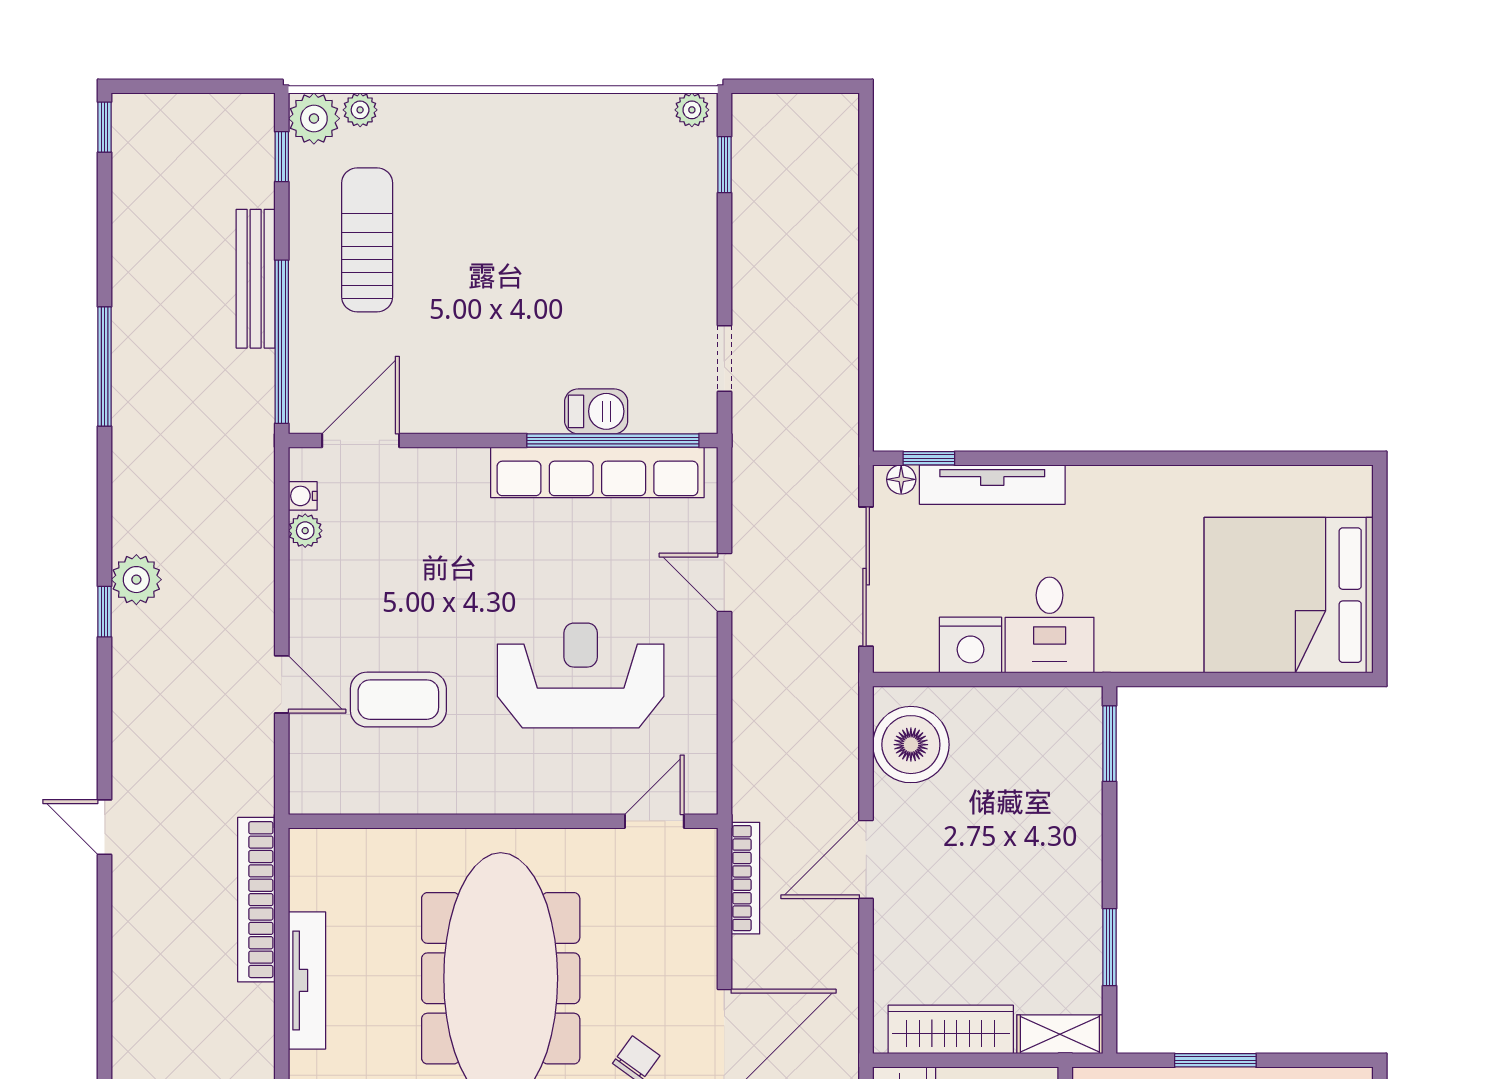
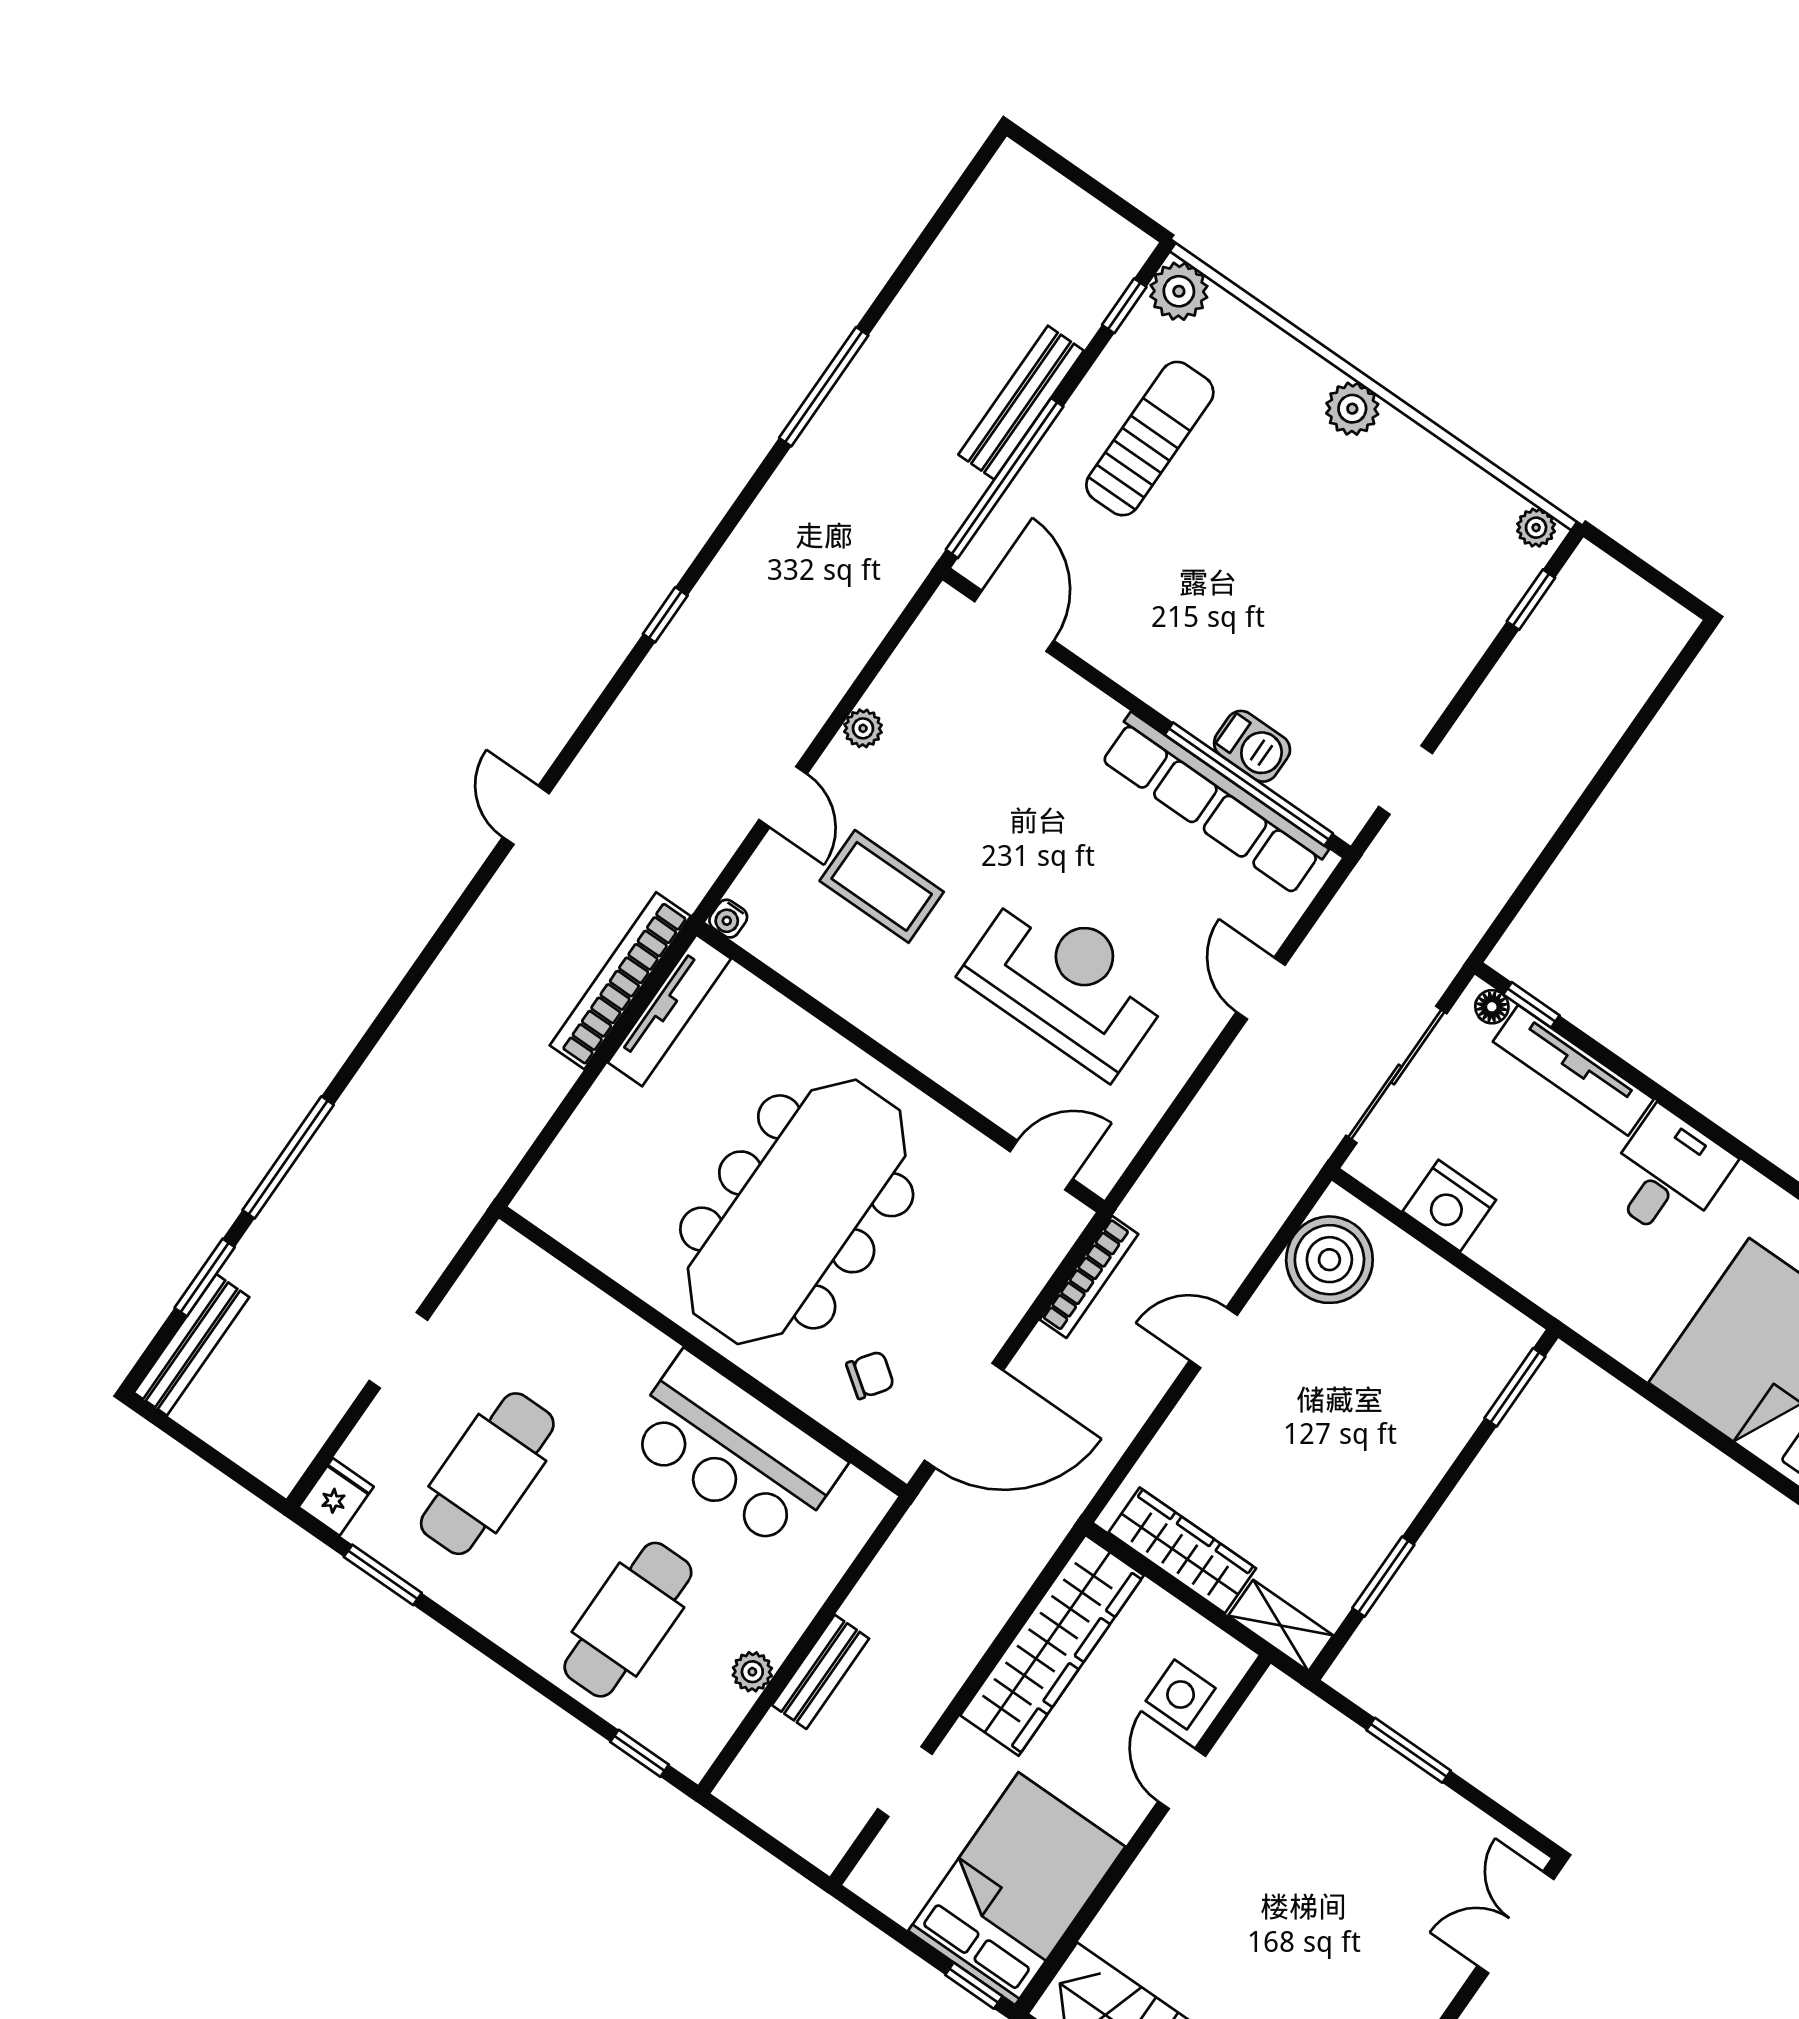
plant: (360, 110) -> (1352, 409), moved, width x1.38, depth x1.38
window: (105, 127) -> (979, 164), removed
door: (361, 440) -> (1014, 621), hinge flipped
water cooler: (303, 496) -> (728, 919), moved, turned -90
plant: (305, 531) -> (863, 728), moved
plant: (136, 580) -> (715, 605), removed
desk: (1050, 625) -> (1667, 1175), moved, turned 180
door: (866, 859) -> (1213, 1338), width x0.73
tv unit: (307, 980) -> (669, 1011), moved

